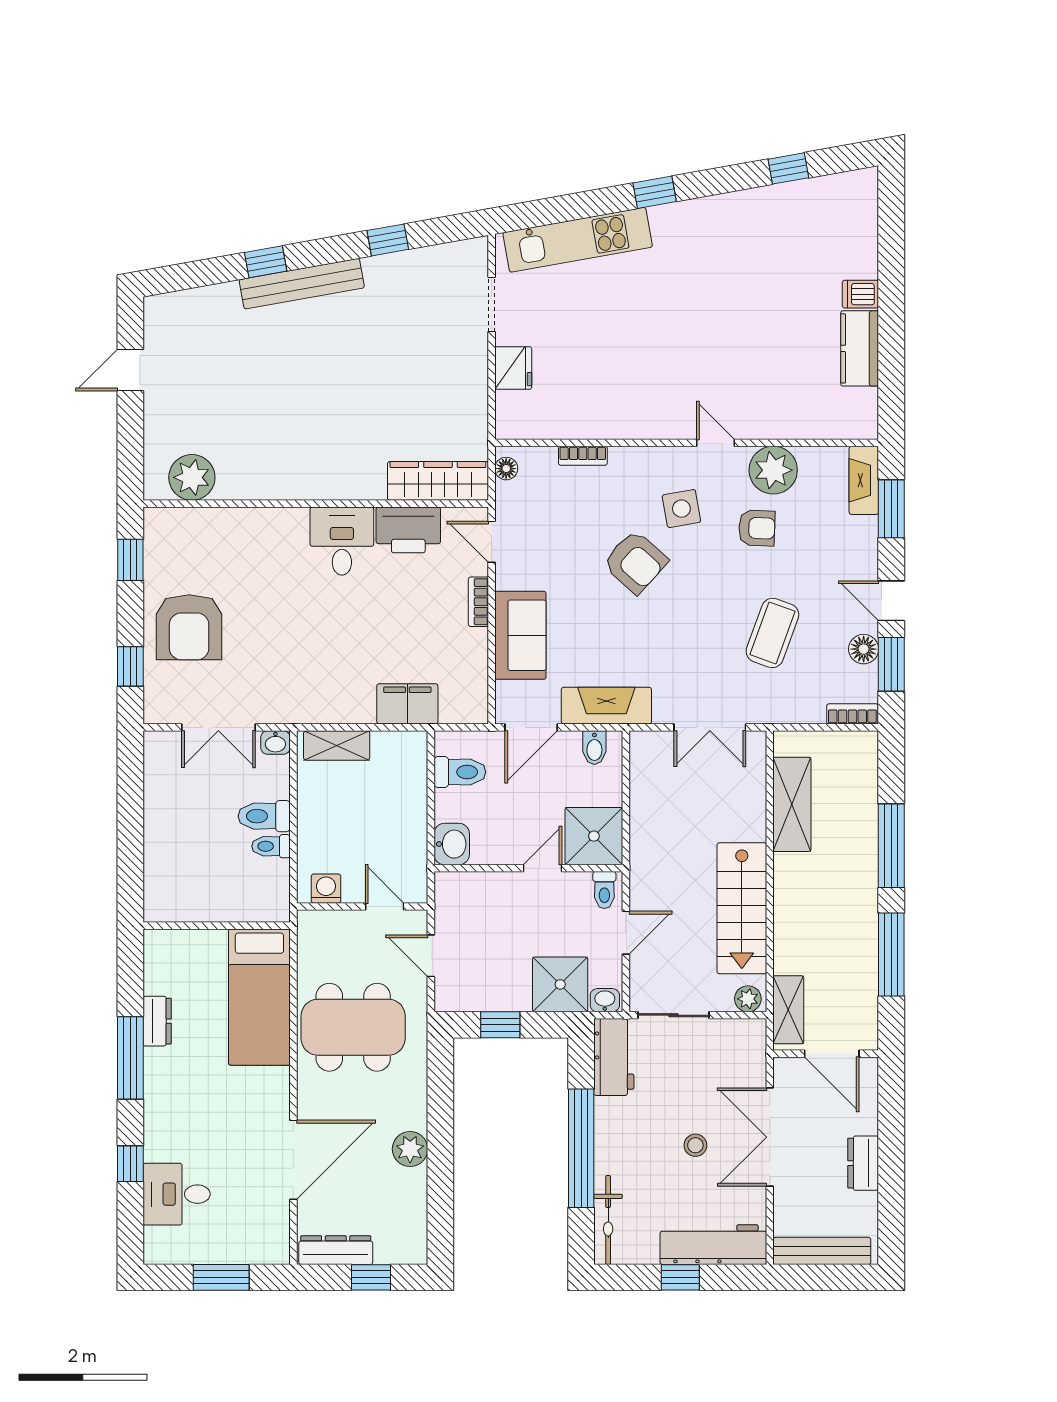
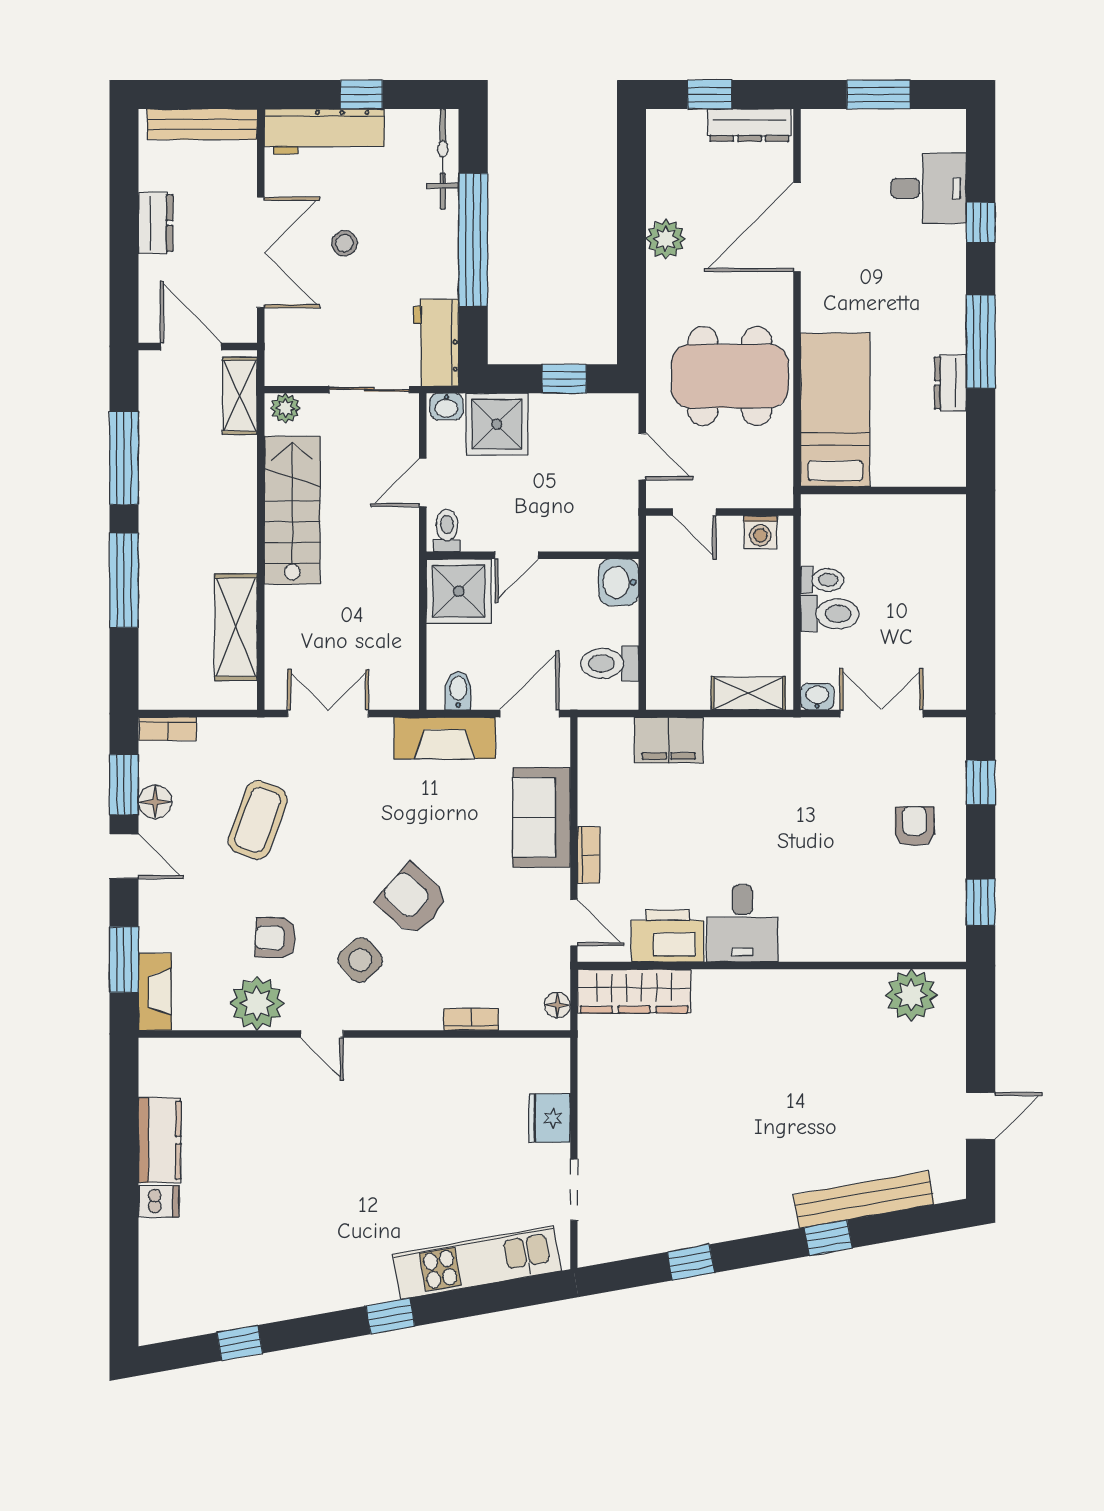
bench: (302, 284) -> (864, 1200), moved
side table: (681, 509) -> (360, 960), turned -32
armchair: (189, 627) -> (914, 826), width x0.53, depth x0.53

